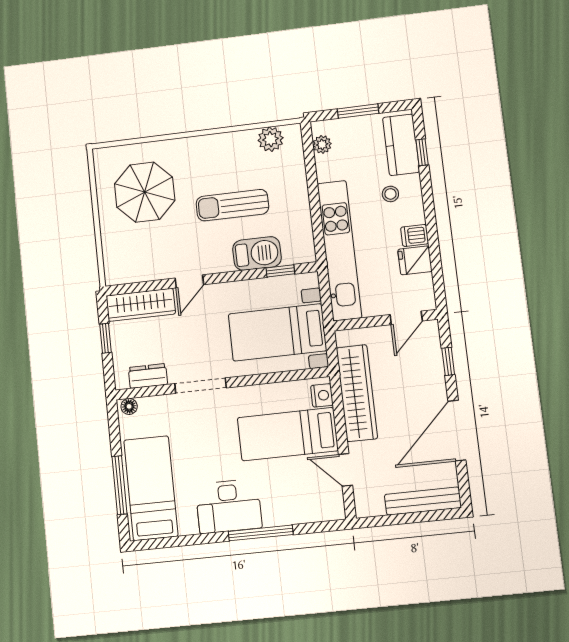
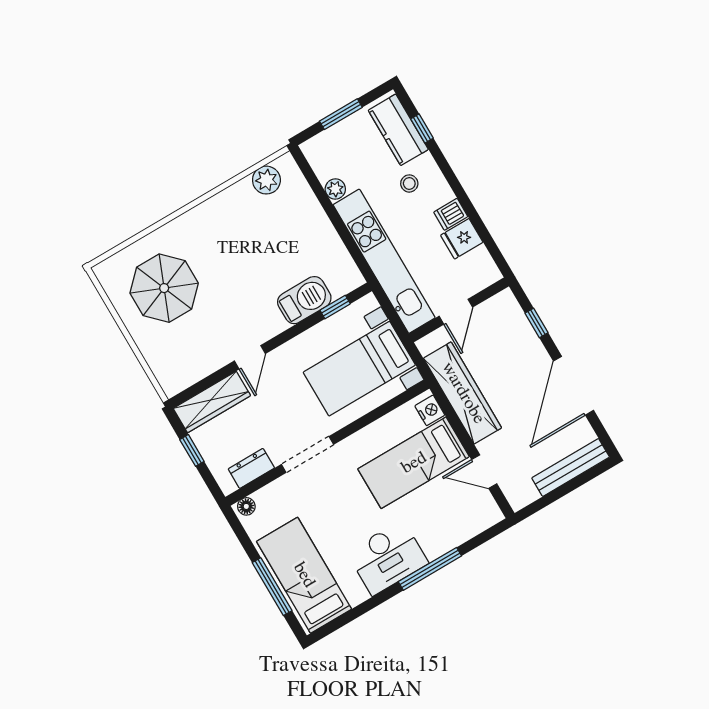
plant: (322, 144) -> (335, 189), moved
sun lounger: (232, 205) -> (258, 263), removed
door: (406, 318) -> (456, 312), moved

